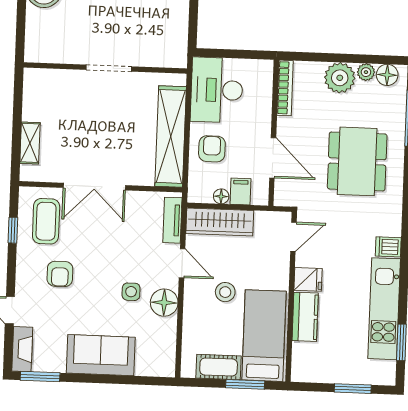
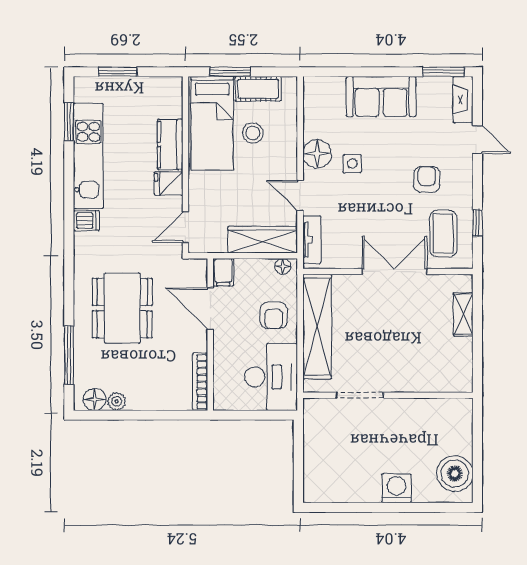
doorway: (109, 68) -> (360, 395), moved
plant: (340, 78) -> (144, 394), removed
filing cabinet: (241, 191) -> (223, 272), moved
floor lamp: (221, 196) -> (283, 266), moved
stool: (225, 292) -> (253, 133), moved

